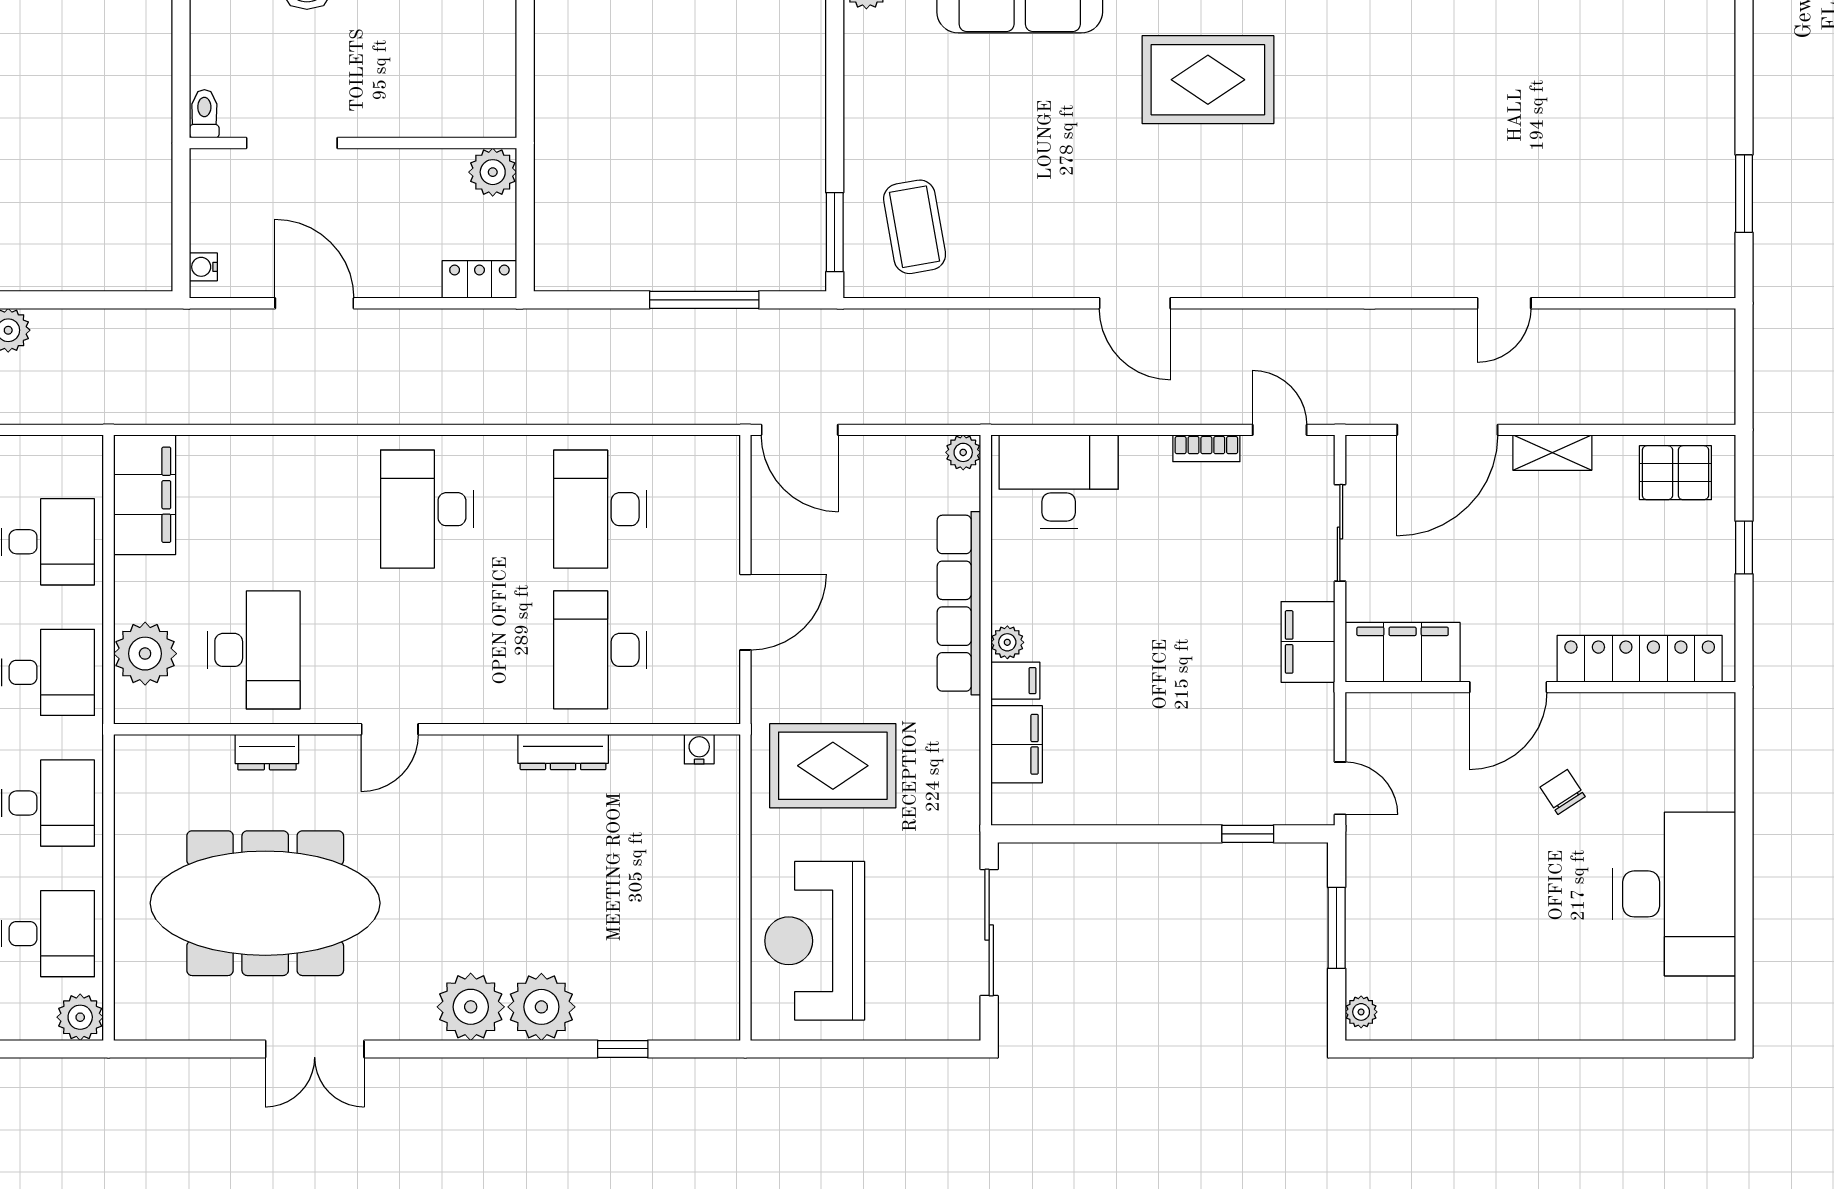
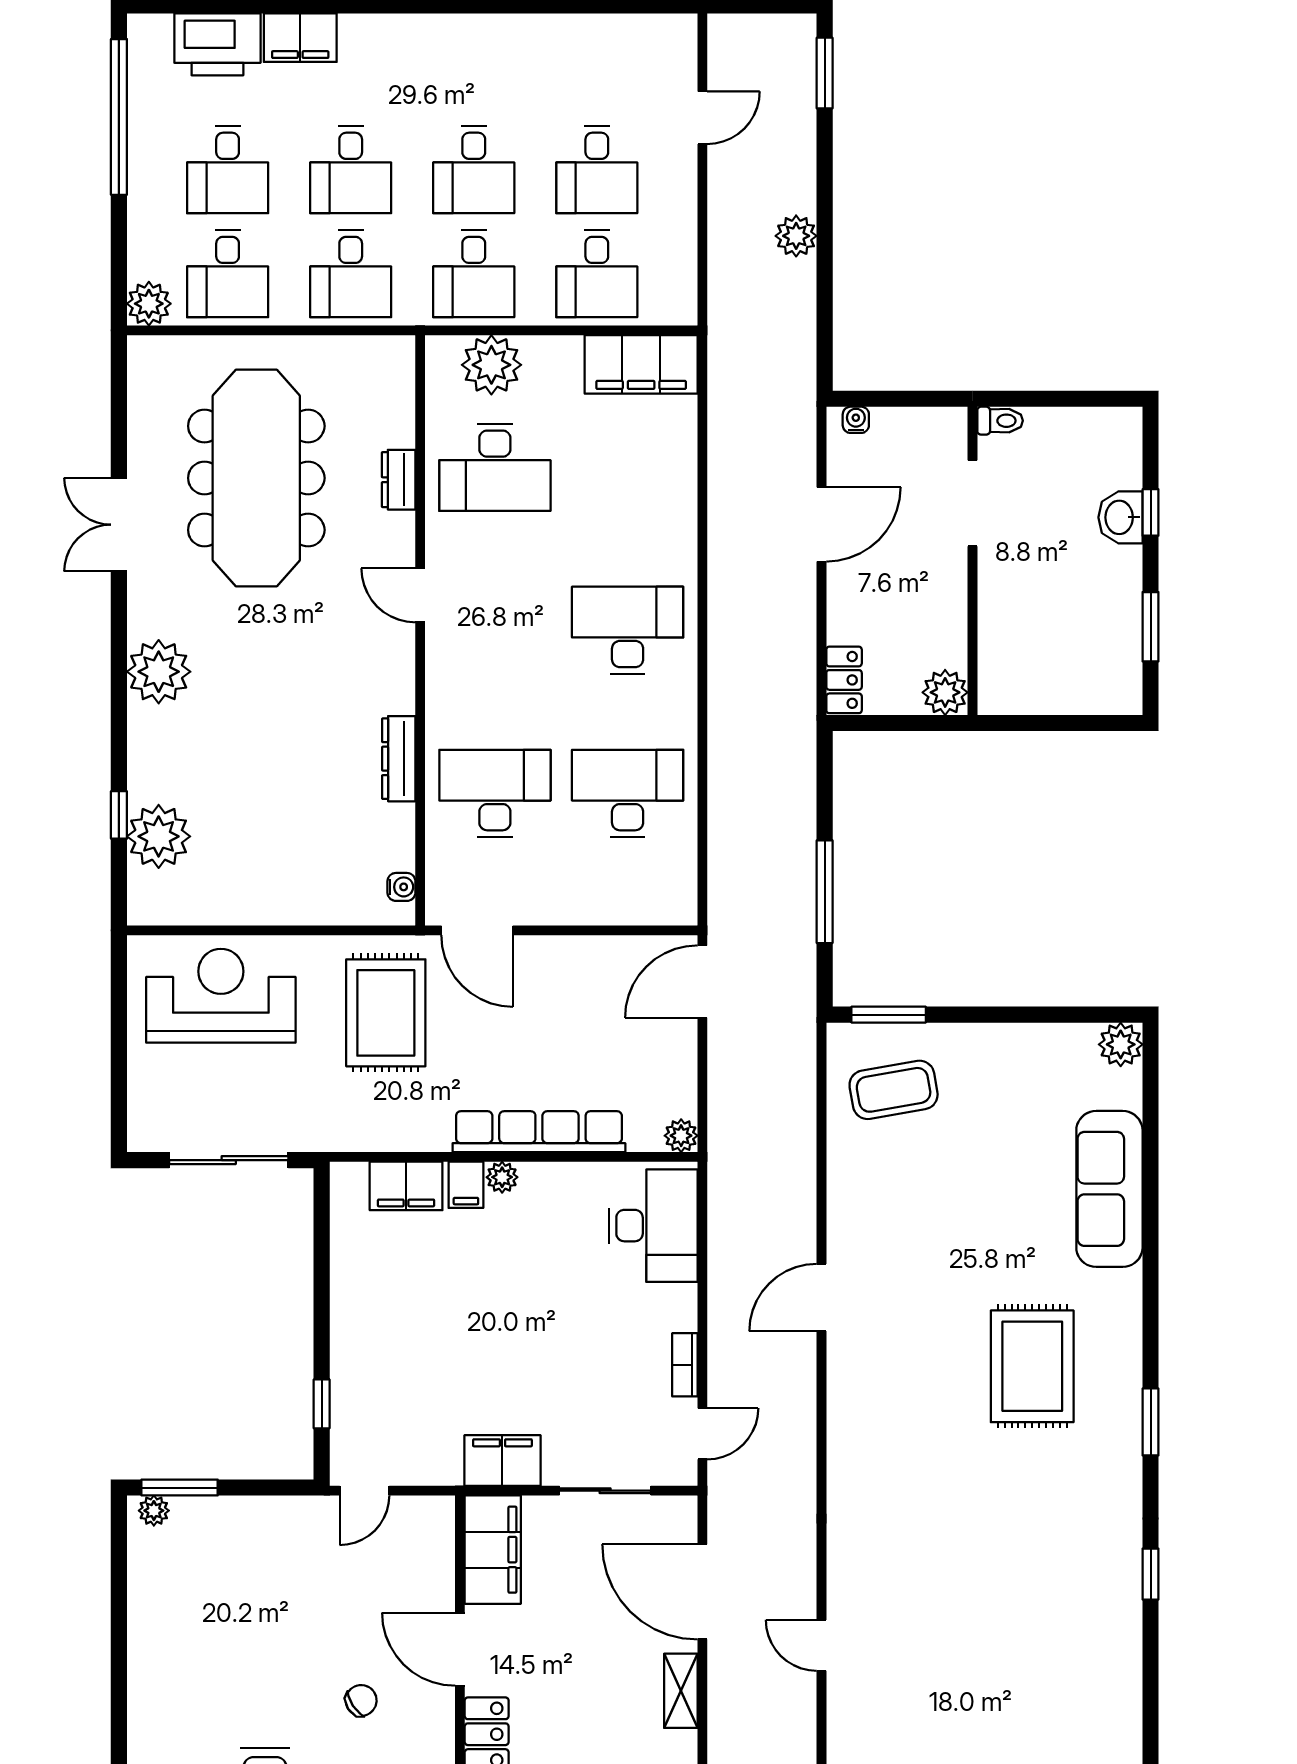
door: (745, 612) -> (477, 930), moved
window: (1337, 928) -> (180, 1488), moved
plant: (541, 1007) -> (159, 836), moved

